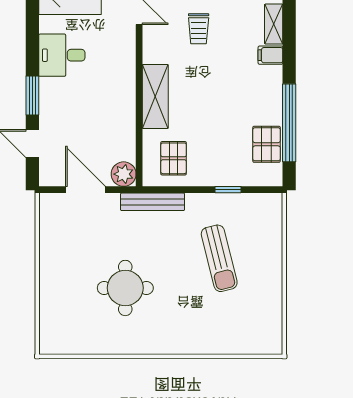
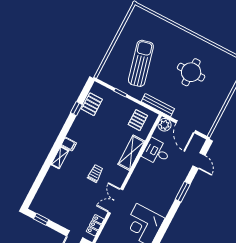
desk: (62, 55) -> (156, 152), moved, turned 180
window: (32, 95) -> (183, 192), moved
window: (289, 123) -> (76, 109), width x0.32
sun lounger: (219, 258) -> (141, 63), width x1.36, depth x1.34

